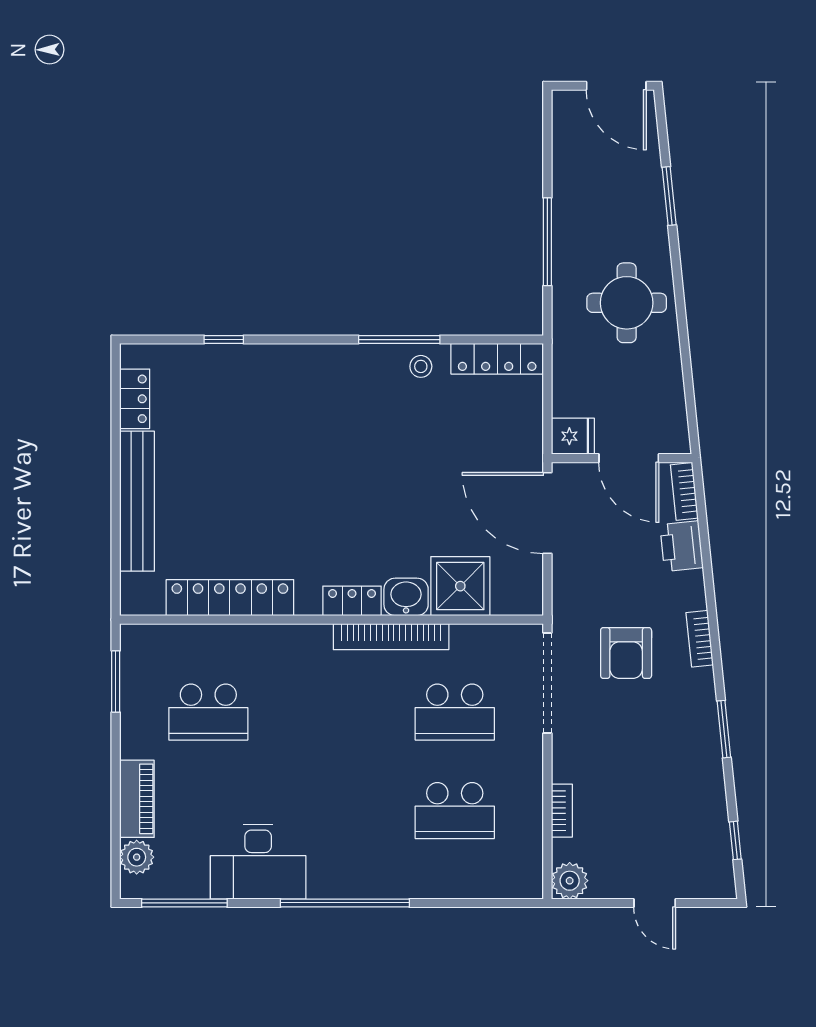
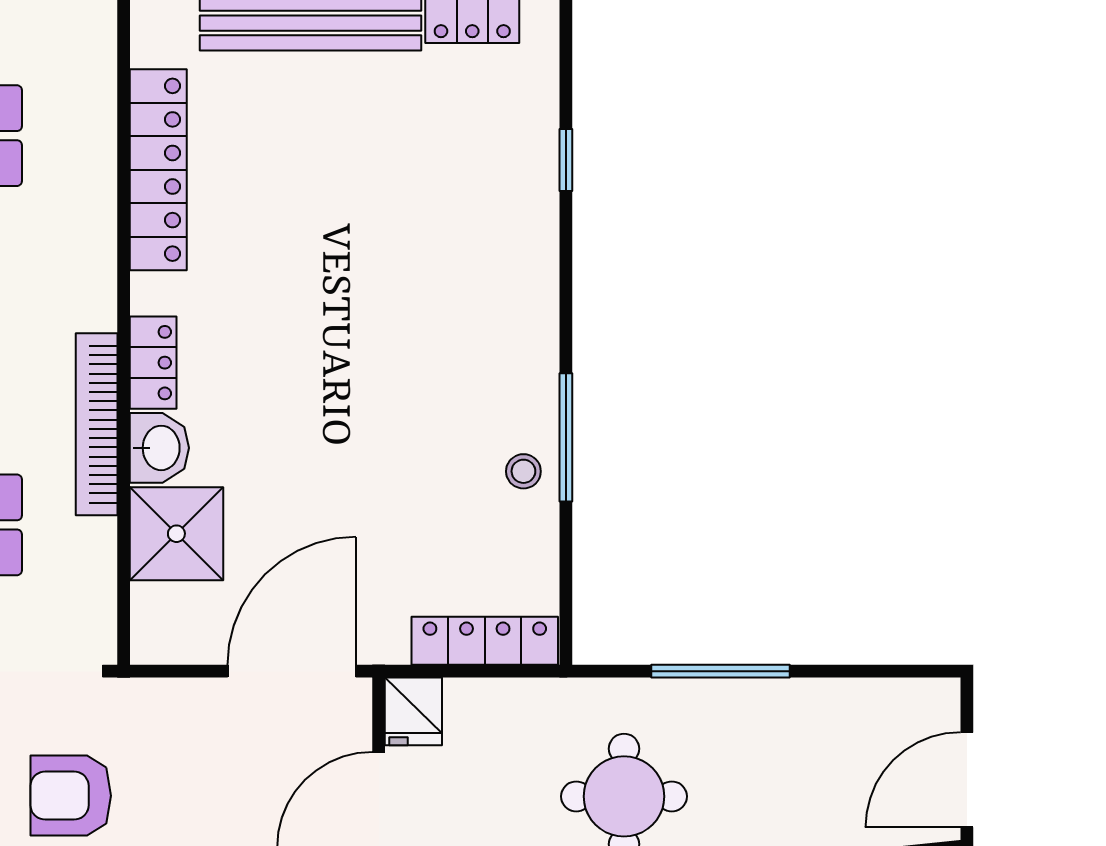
locker: (497, 359) -> (485, 641), moved, turned 90

